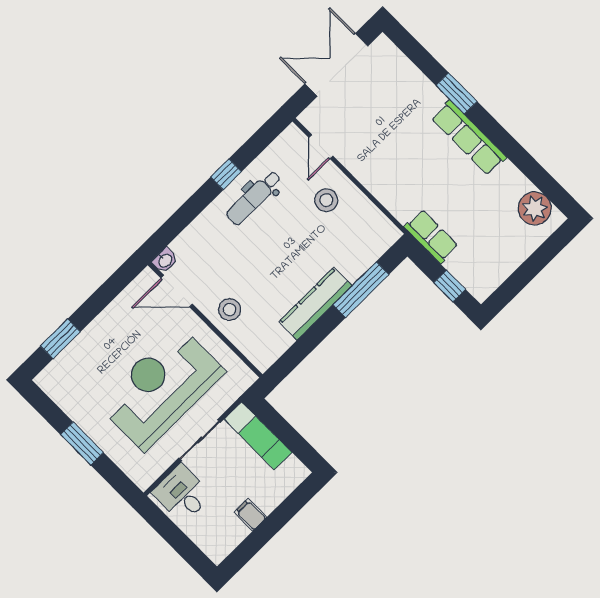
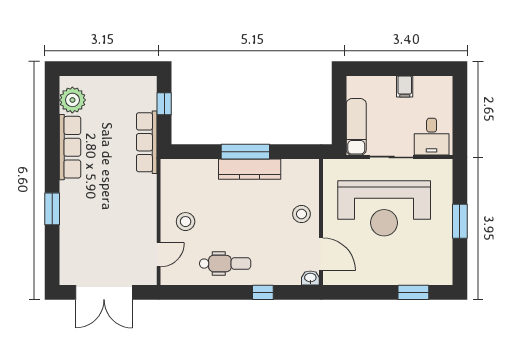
row of seats: (469, 138) -> (70, 147), moved
window: (226, 174) -> (263, 292), moved
row of seats: (431, 236) -> (147, 142), width x1.48
window: (361, 290) -> (245, 152), moved

